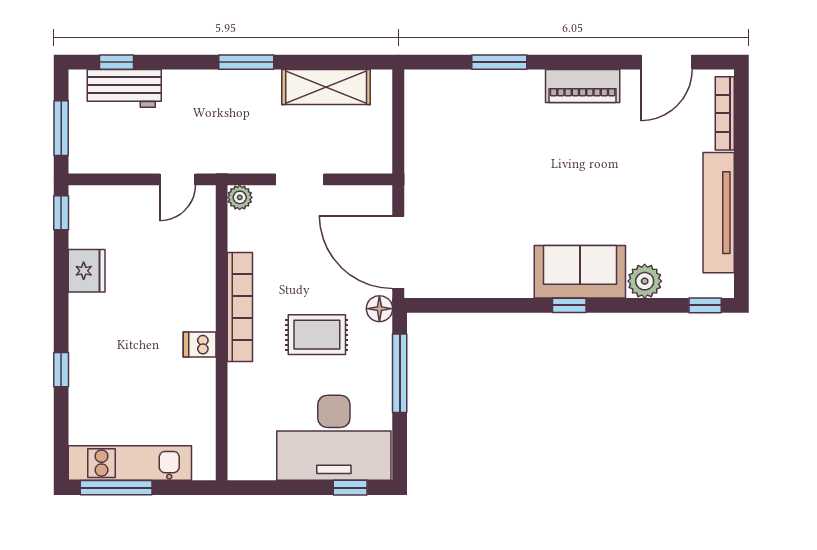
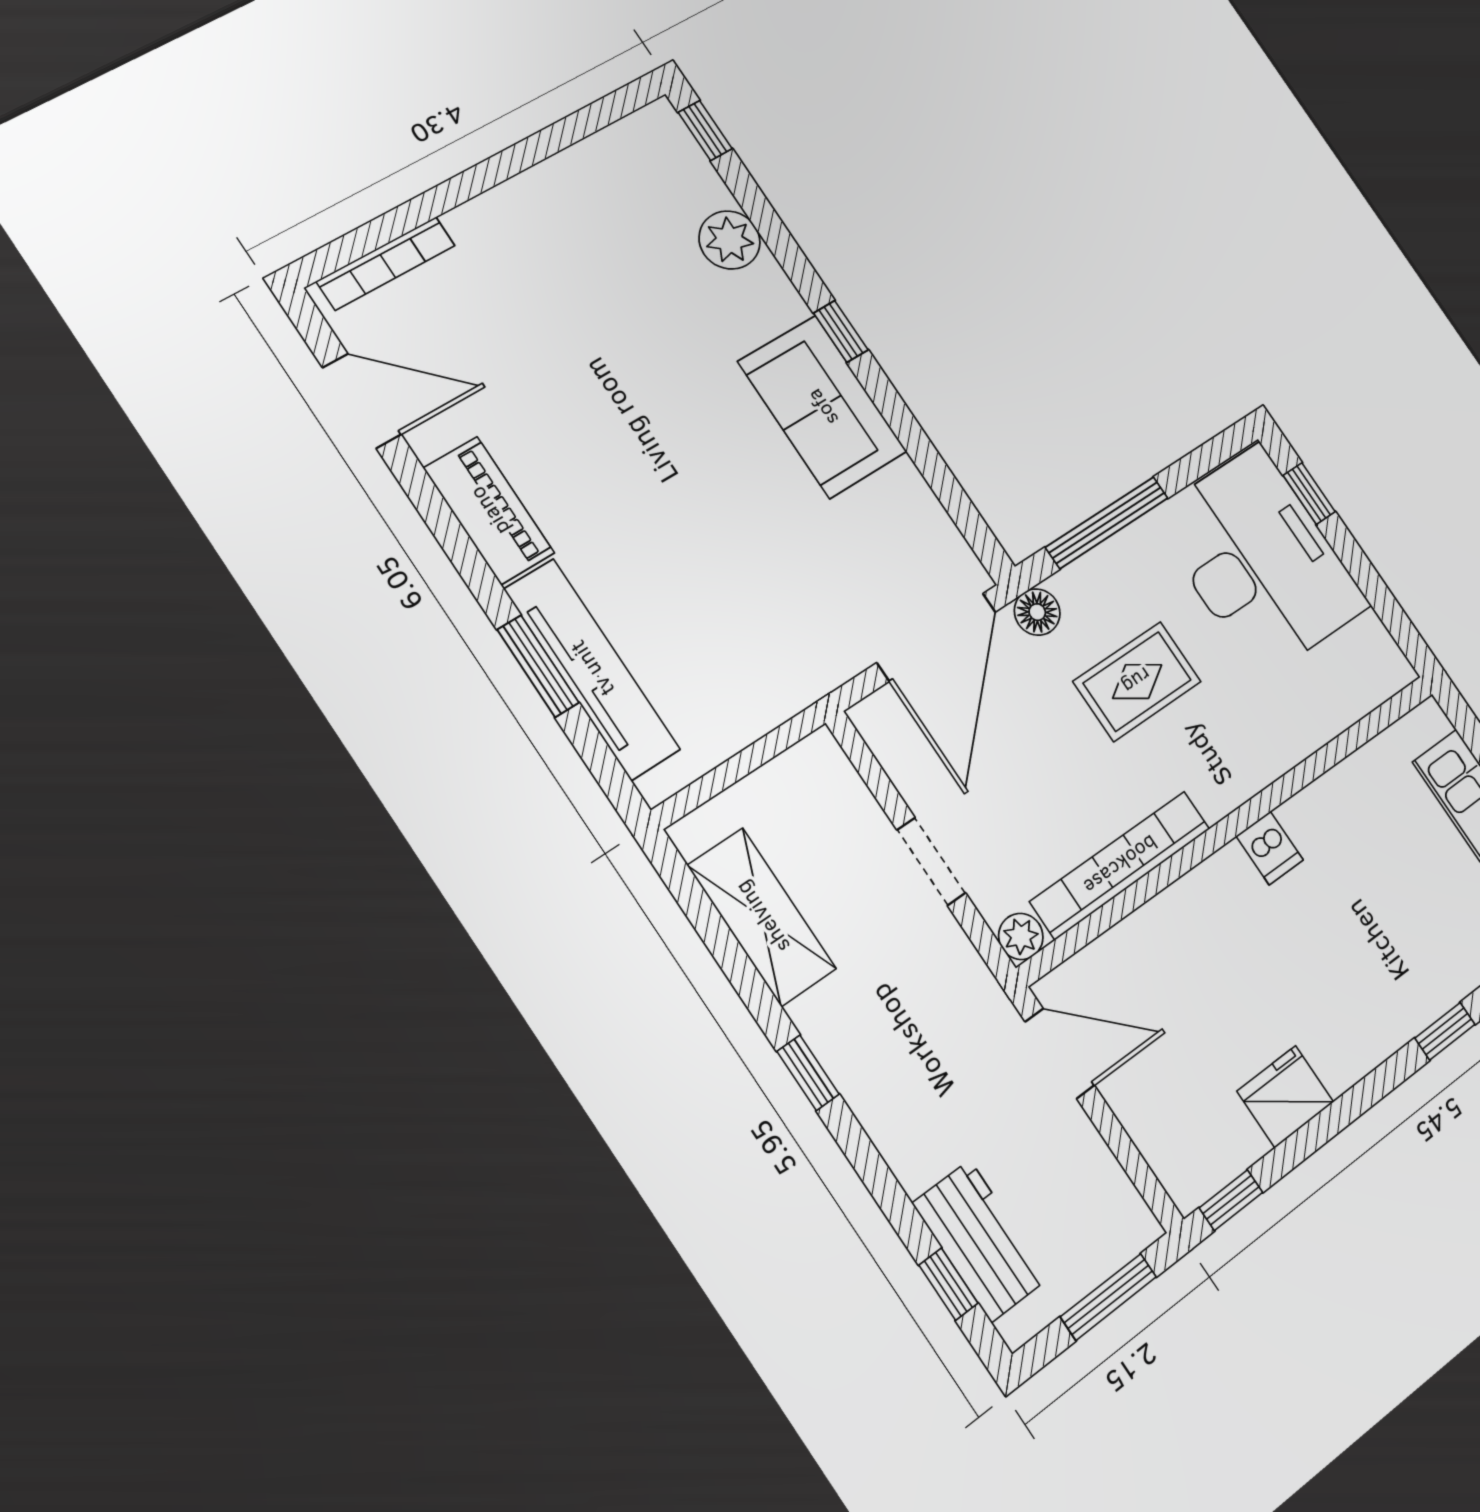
window: (246, 62) -> (808, 1073), width x0.67
door: (177, 179) -> (1060, 1053), width x1.38
tv unit: (719, 213) -> (592, 669), moved, turned -90
sofa: (580, 272) -> (822, 407), moved
bookcase: (240, 307) -> (1121, 865), moved
rug: (317, 335) -> (1137, 681), turned 90

